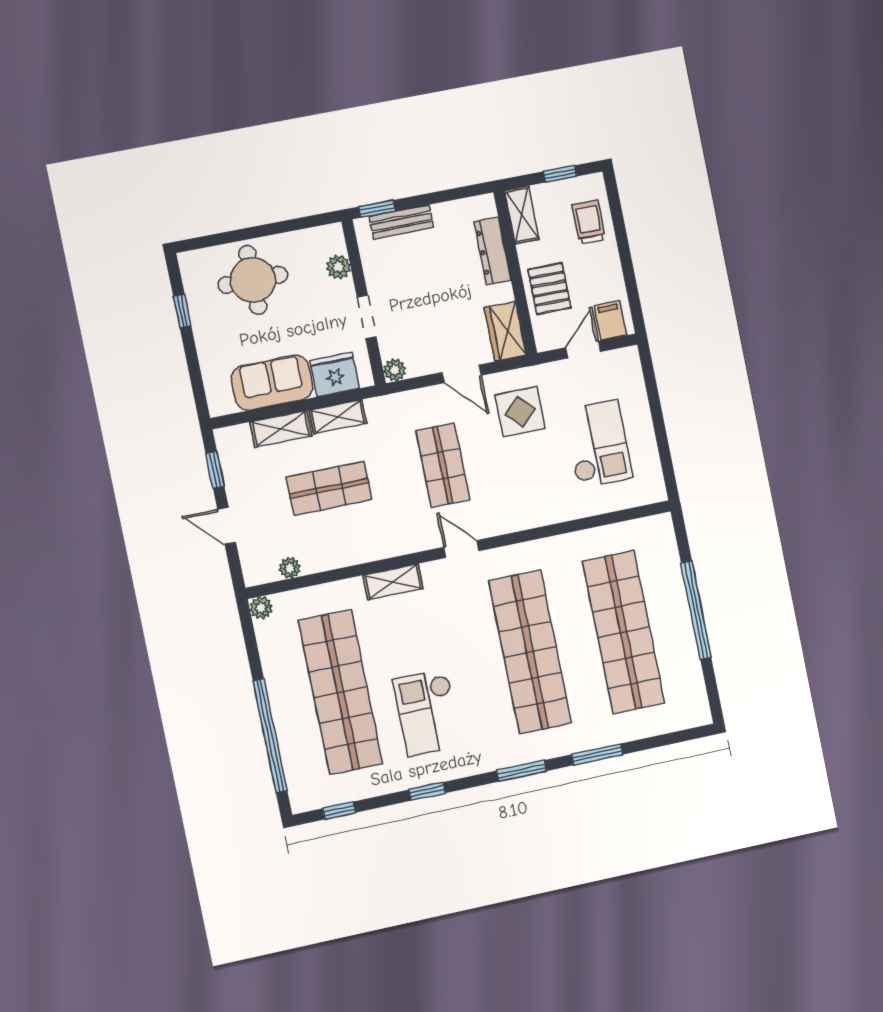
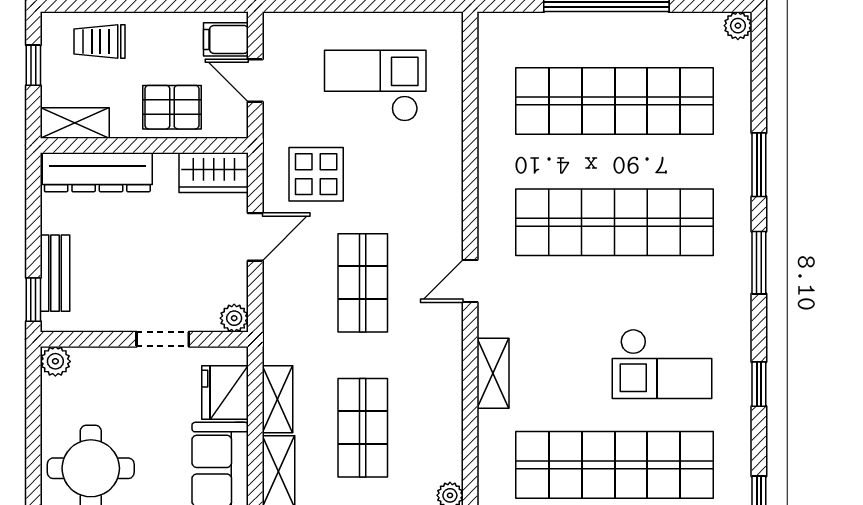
dresser: (492, 251) -> (97, 172), width x1.37, depth x1.24
plant: (338, 267) -> (55, 361), moved
shop shelf: (443, 465) -> (363, 283), turned 90
plant: (700, 715) -> (738, 26), added

